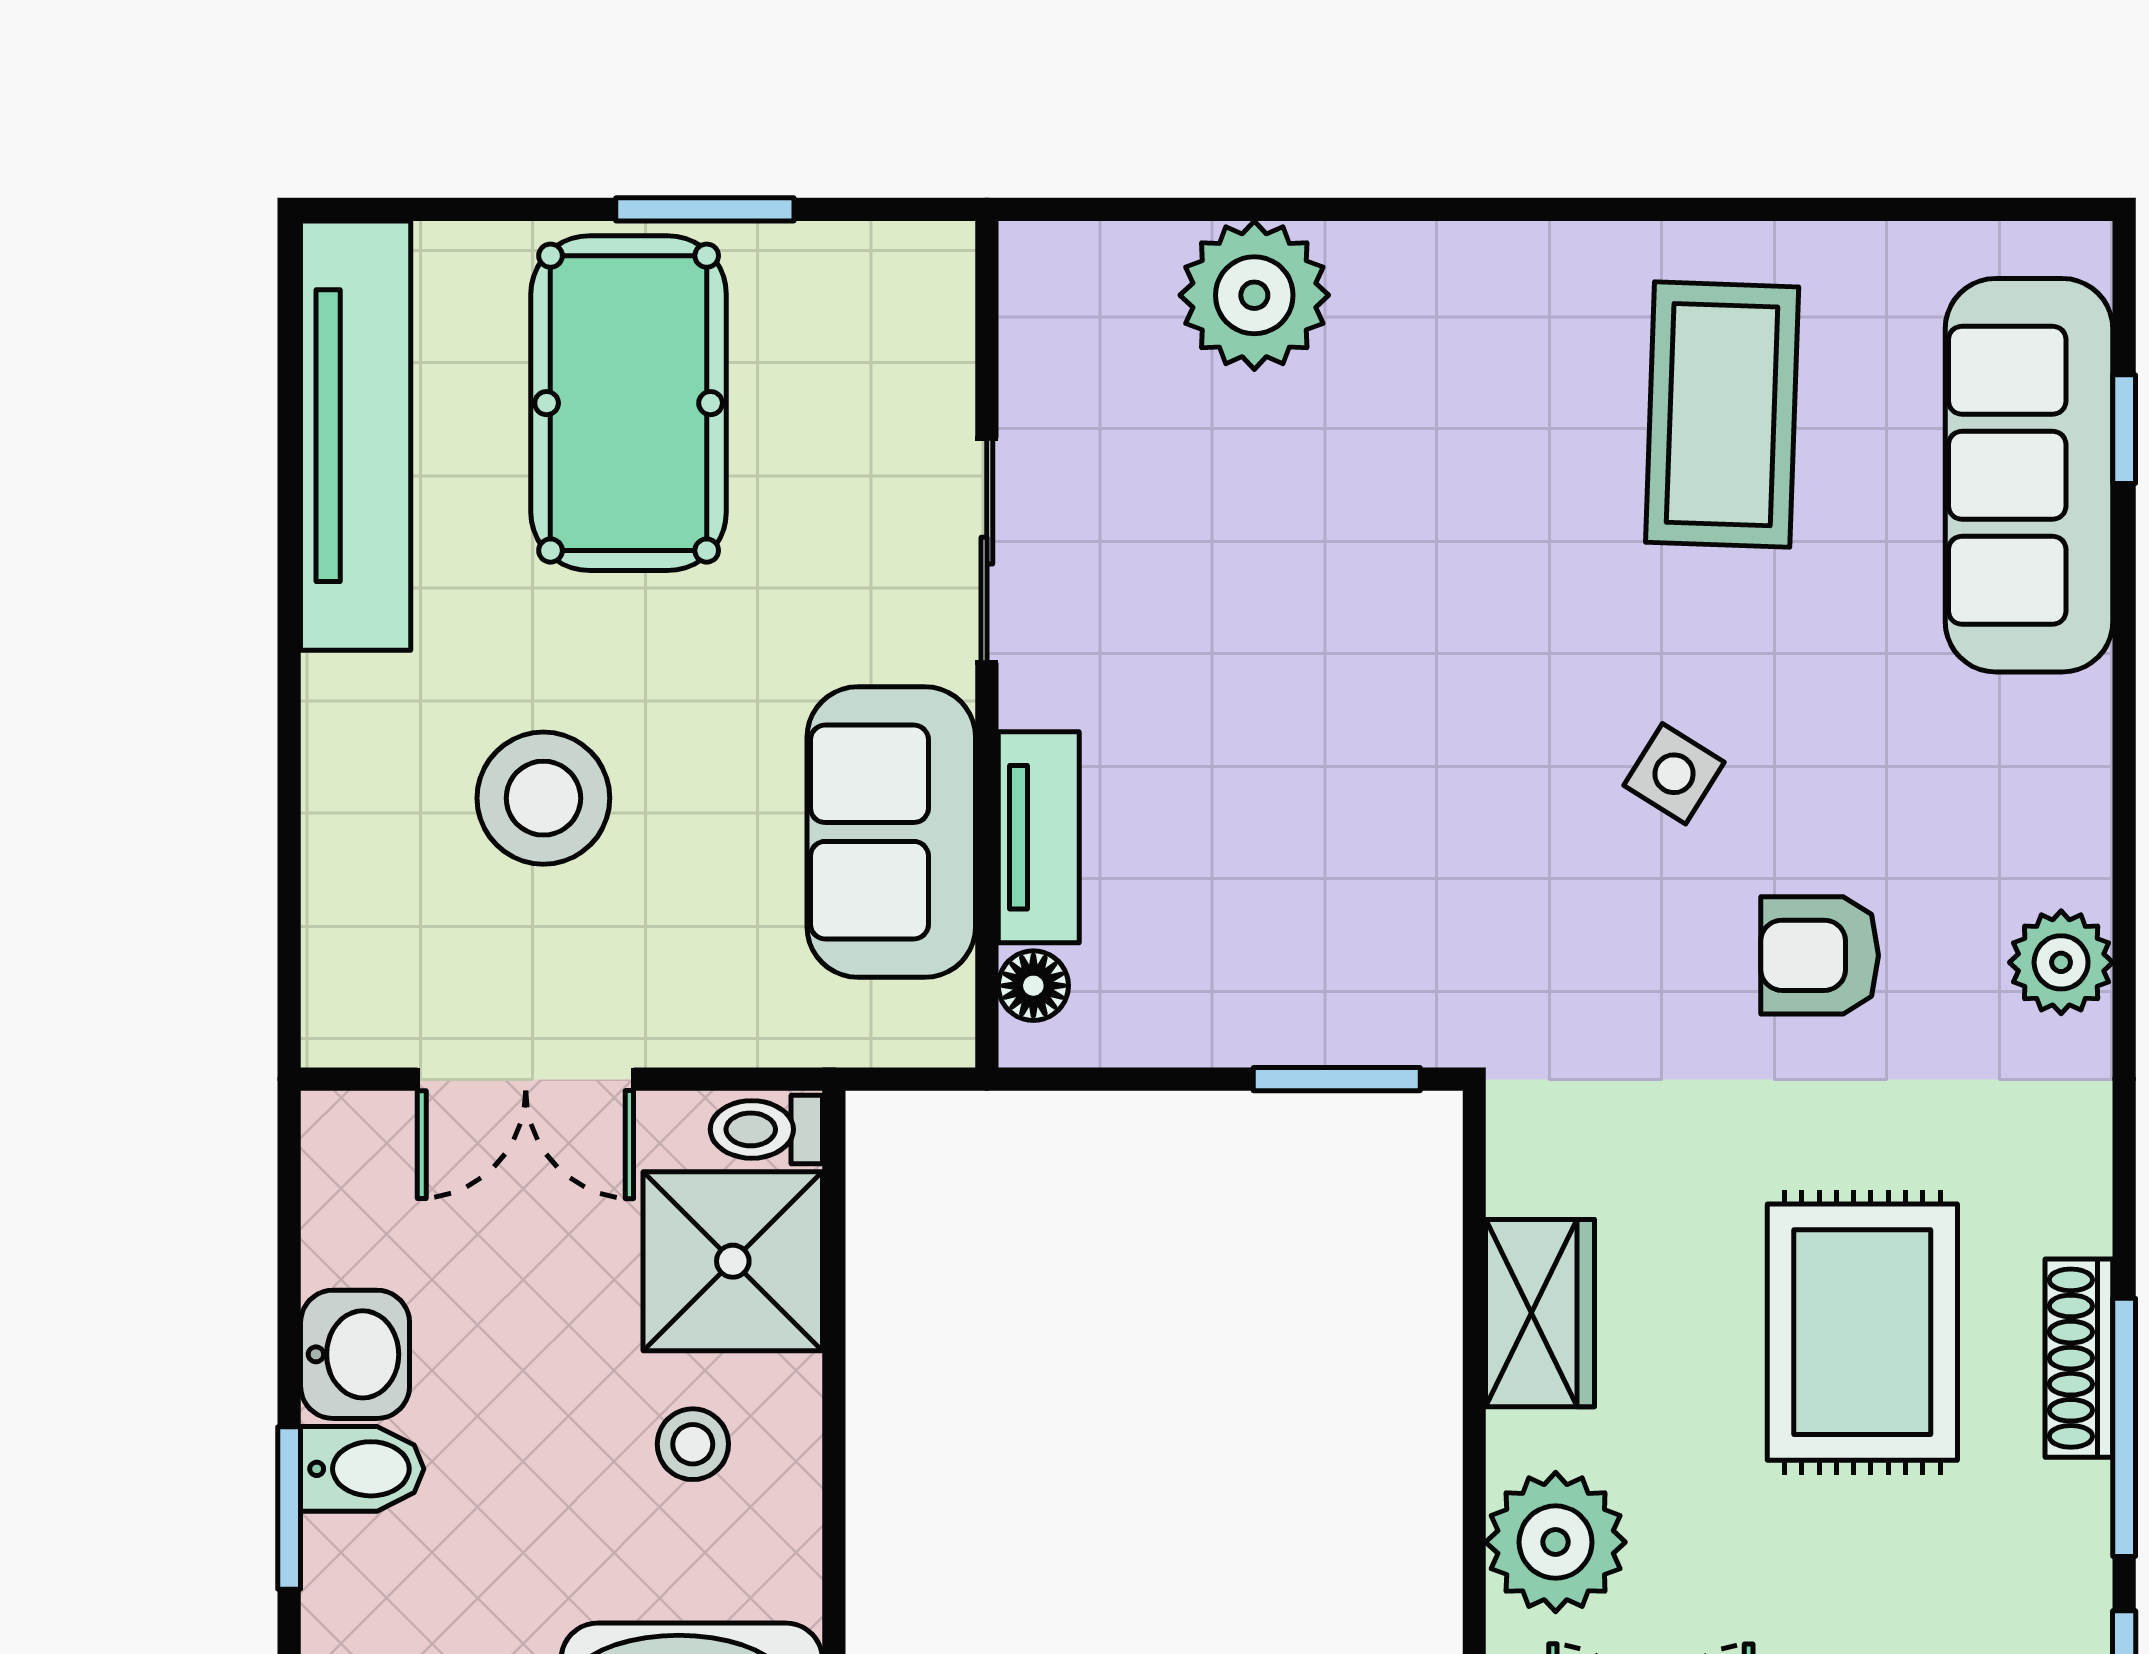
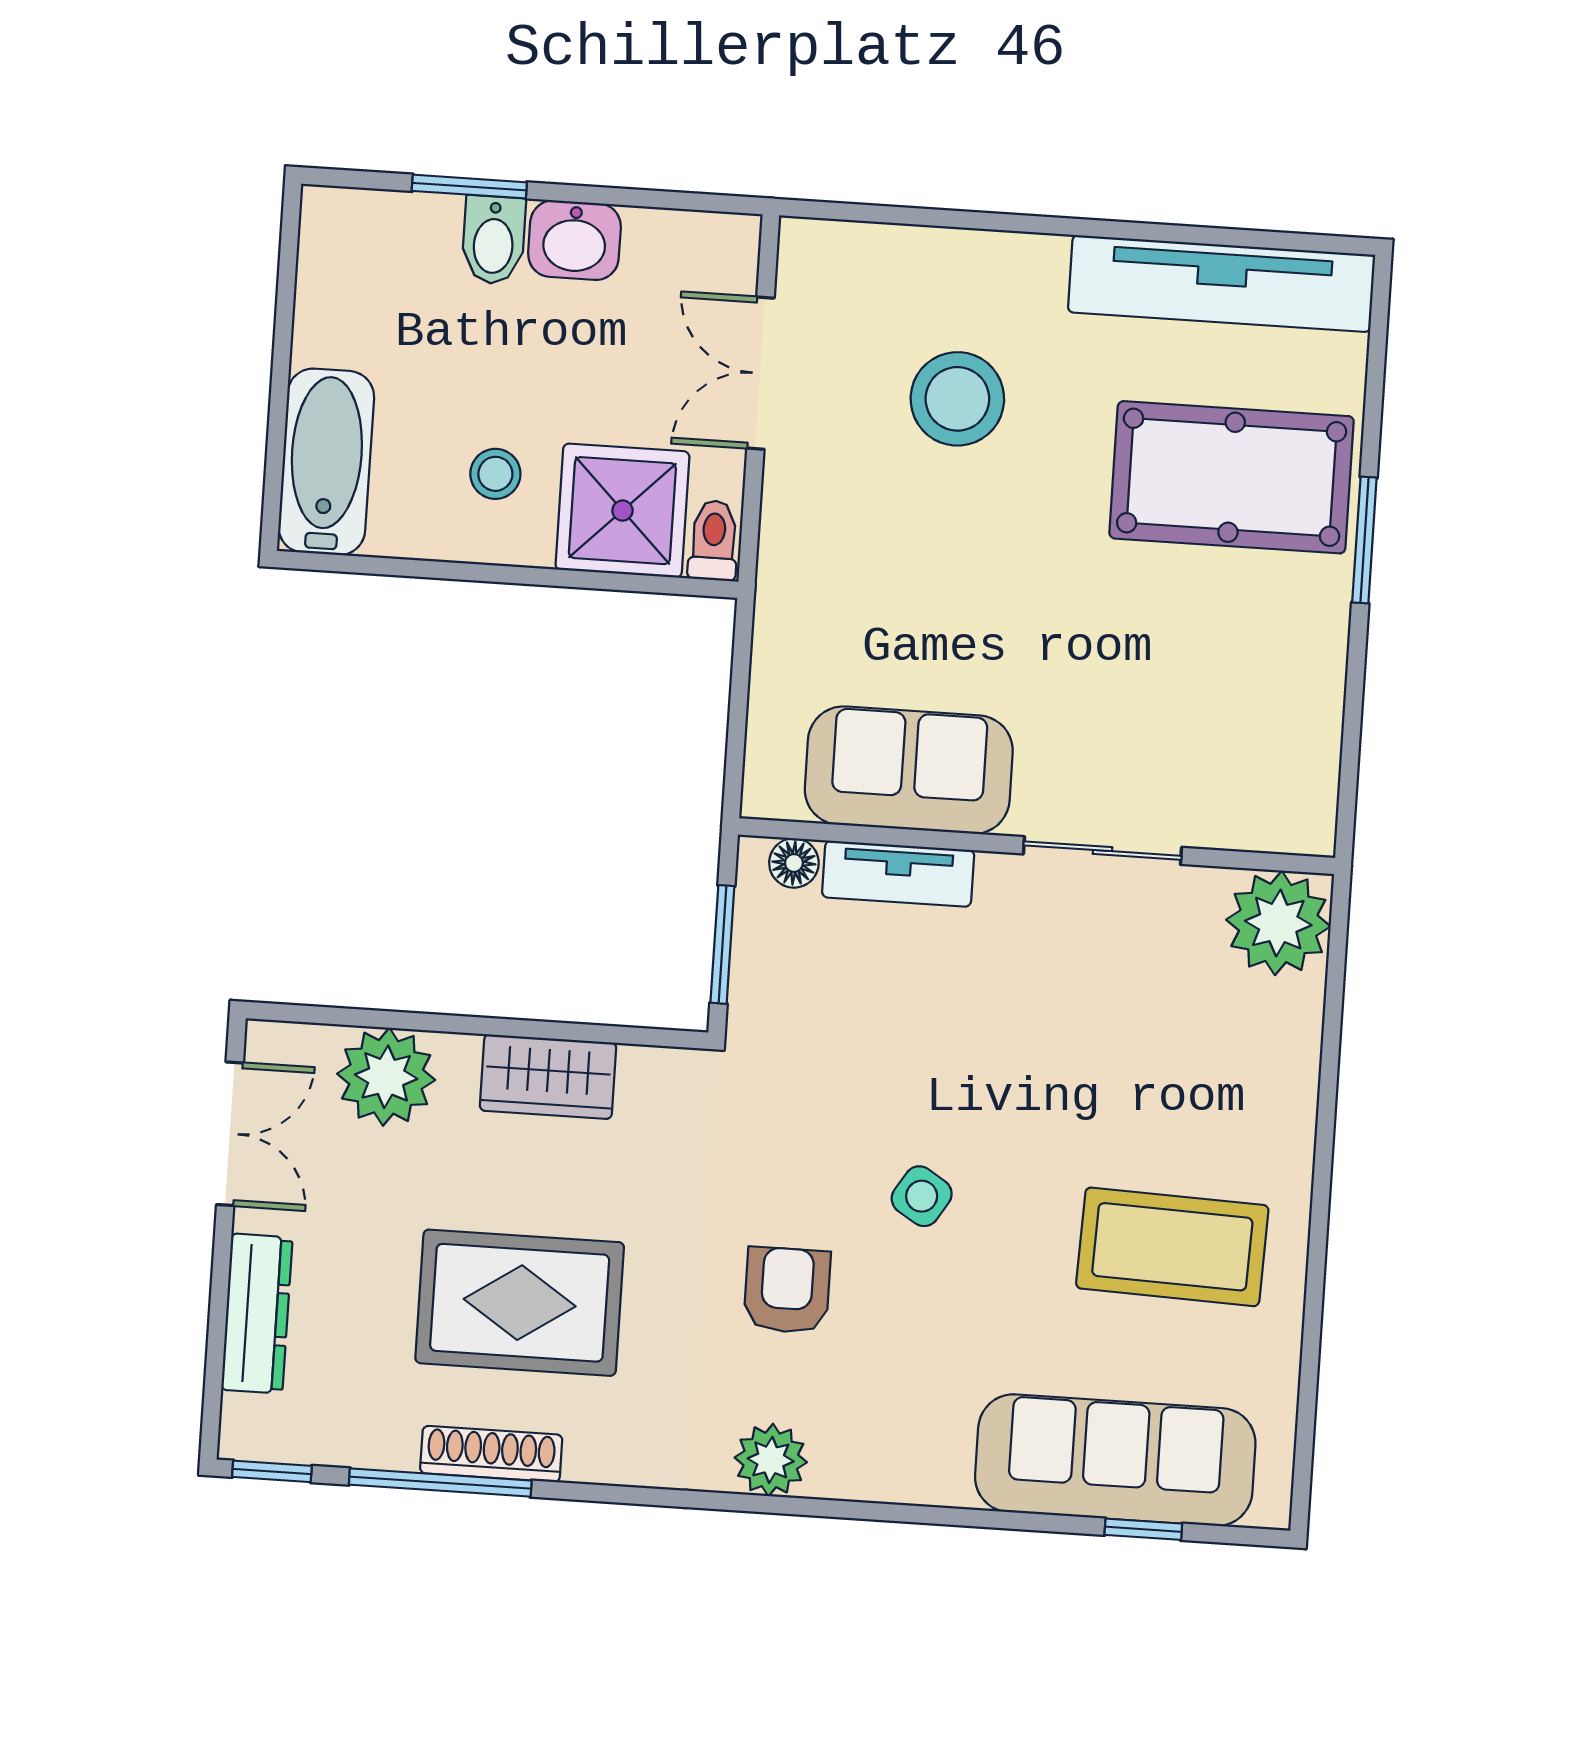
sliding door: (987, 551) -> (1102, 851), moved
wall: (987, 644) -> (1037, 846), moved
sofa: (891, 832) -> (909, 770), moved
tv unit: (1039, 837) -> (898, 874), moved
floor lamp: (1033, 986) -> (794, 863), moved

